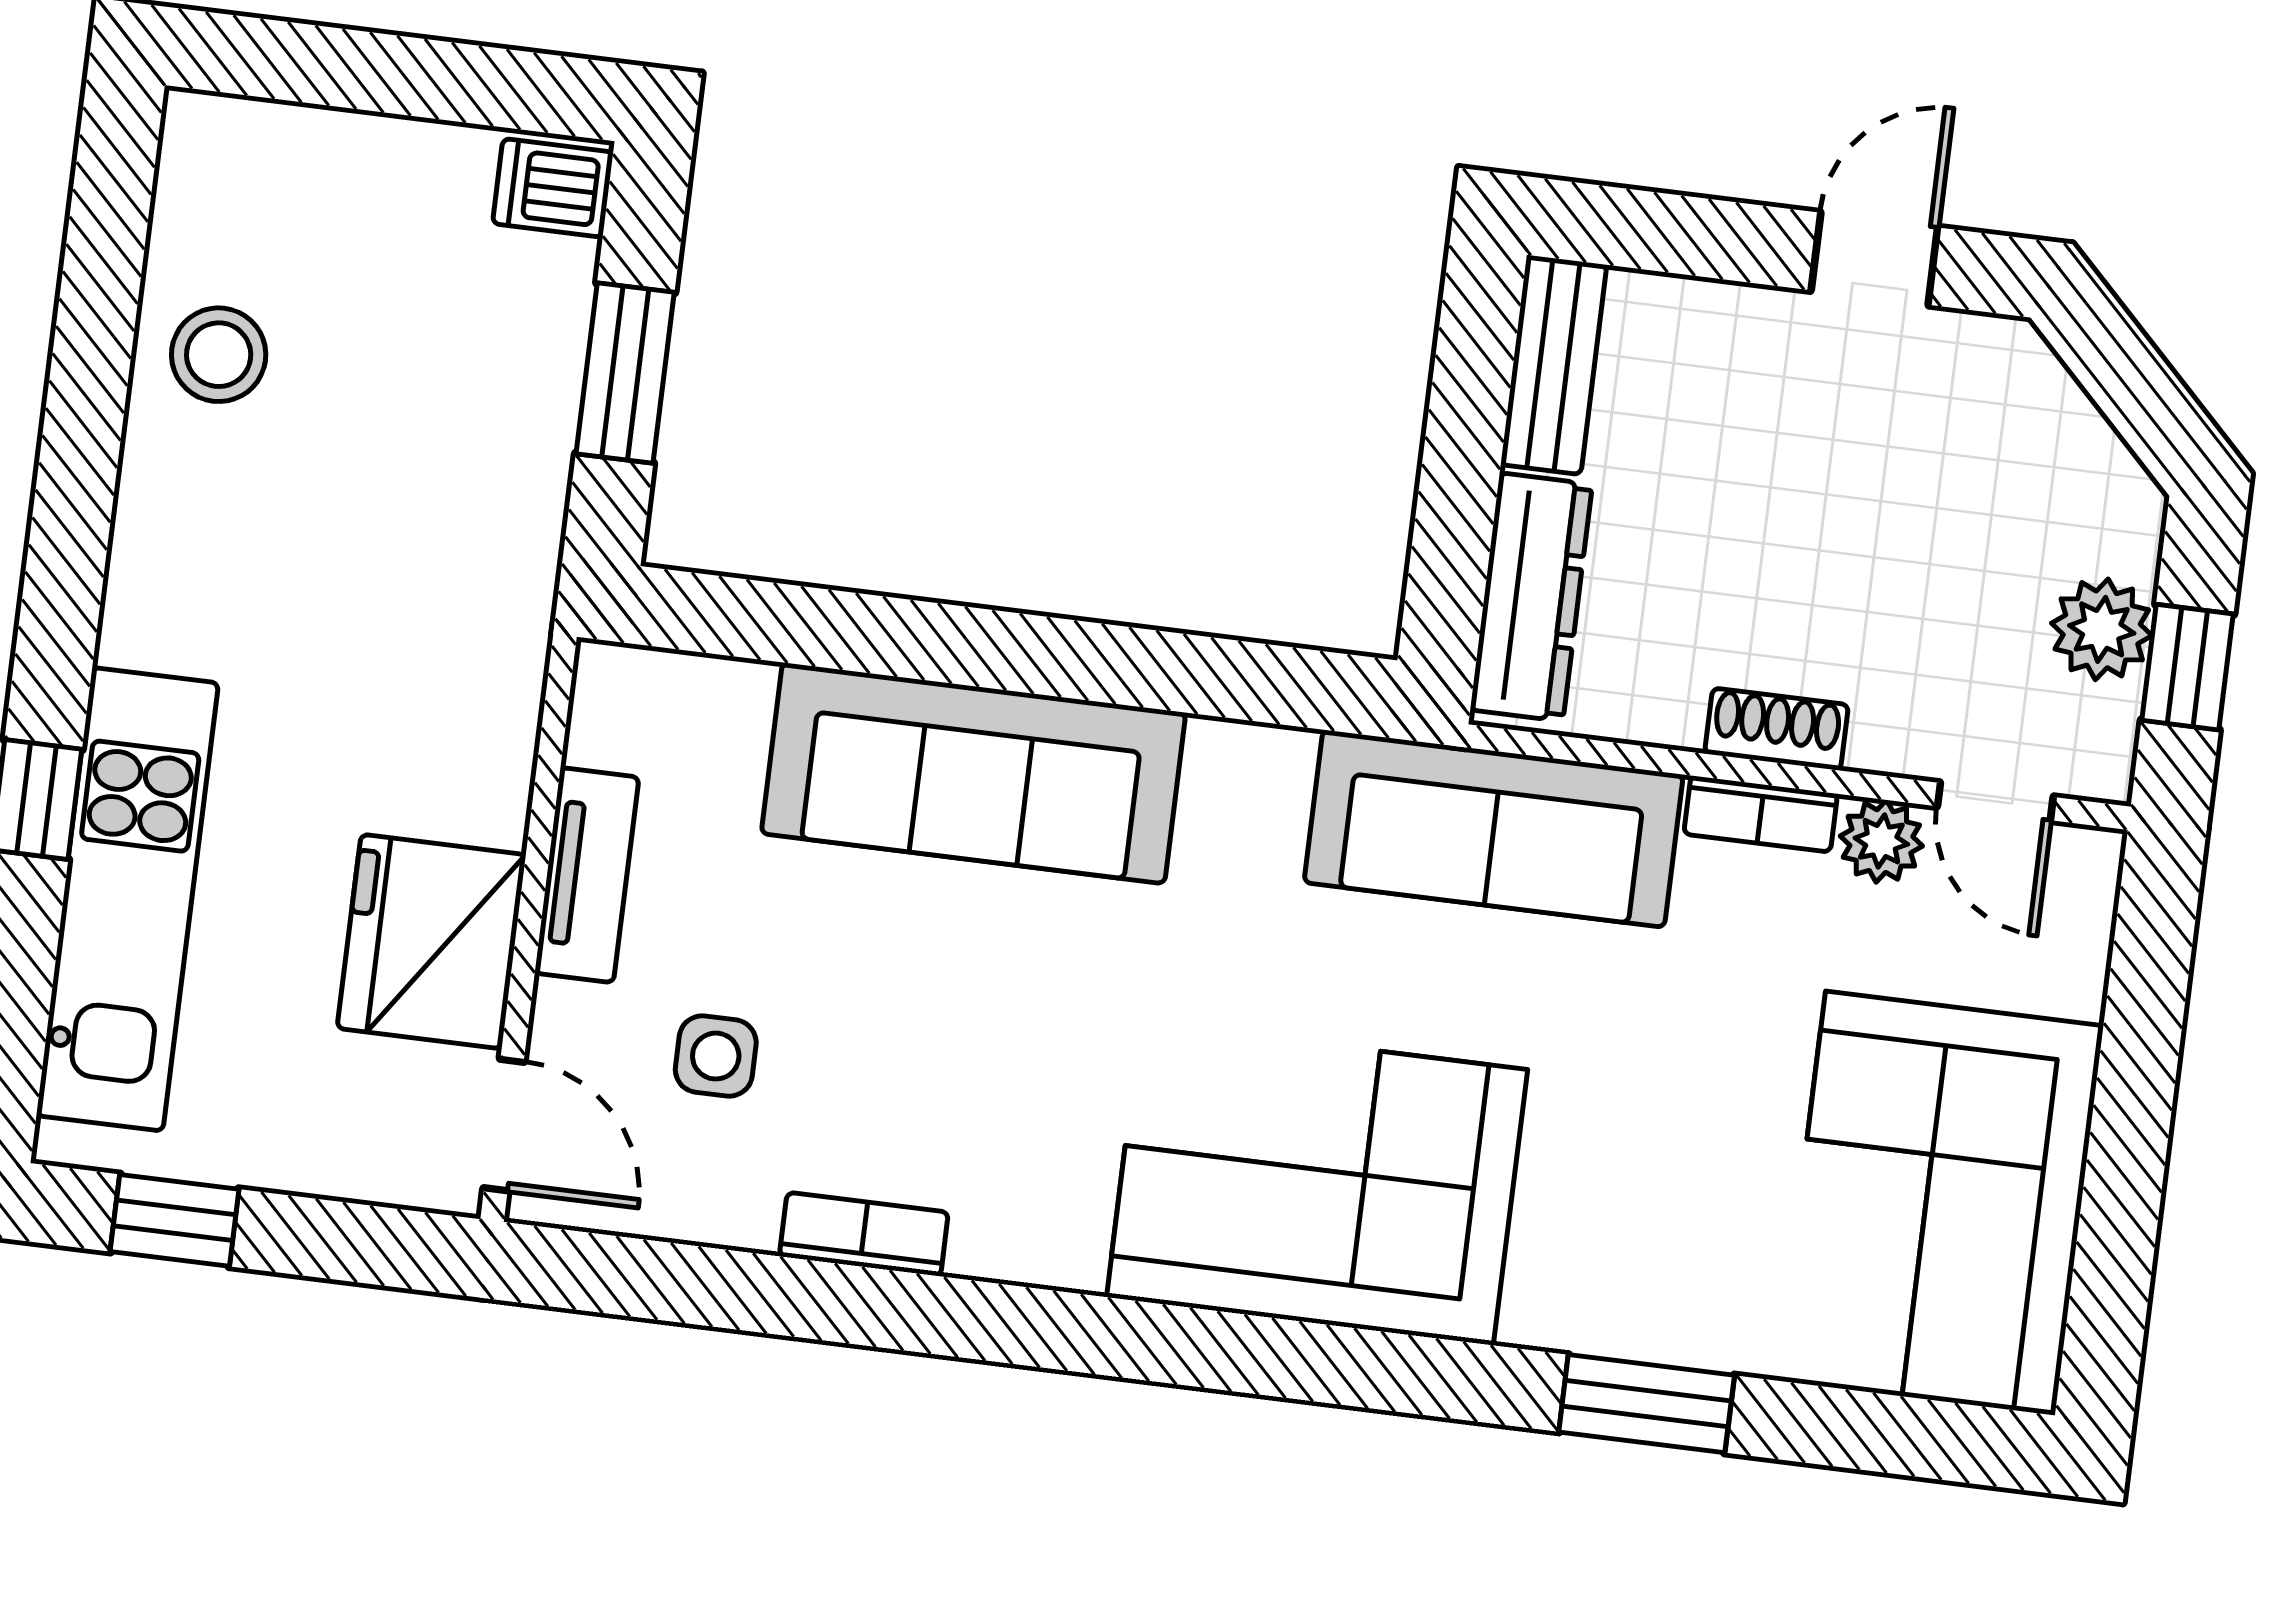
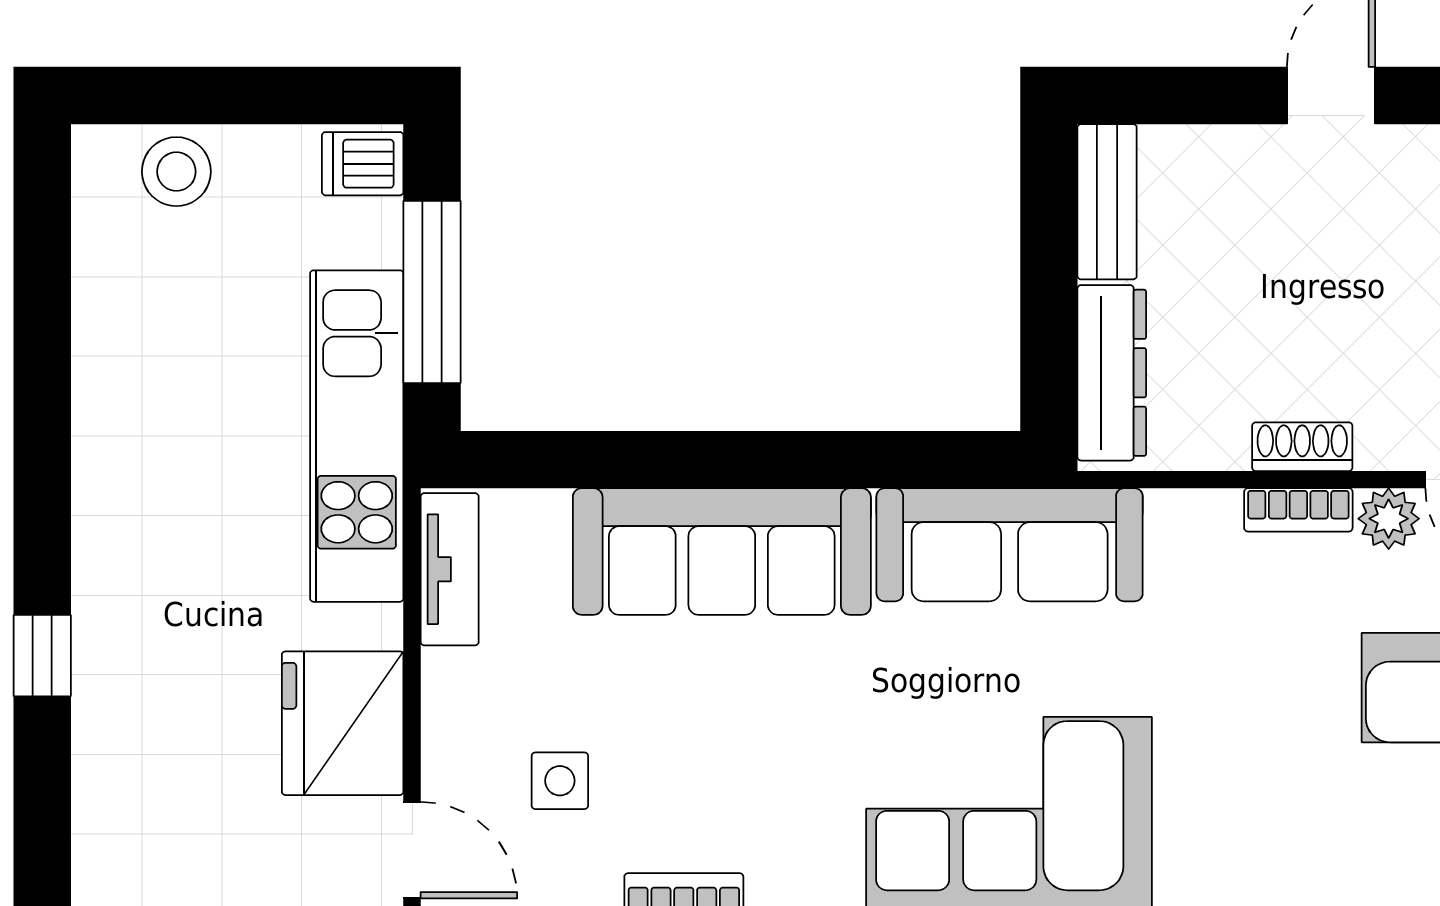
stool: (219, 355) -> (176, 172), moved
window: (625, 373) -> (432, 292), width x1.44
sofa: (1494, 829) -> (1010, 545), moved
tv unit: (587, 875) -> (450, 569), moved
kitchen unit: (127, 899) -> (357, 436), moved, turned 180

